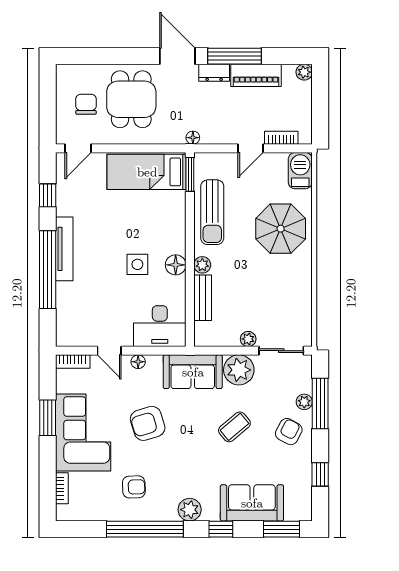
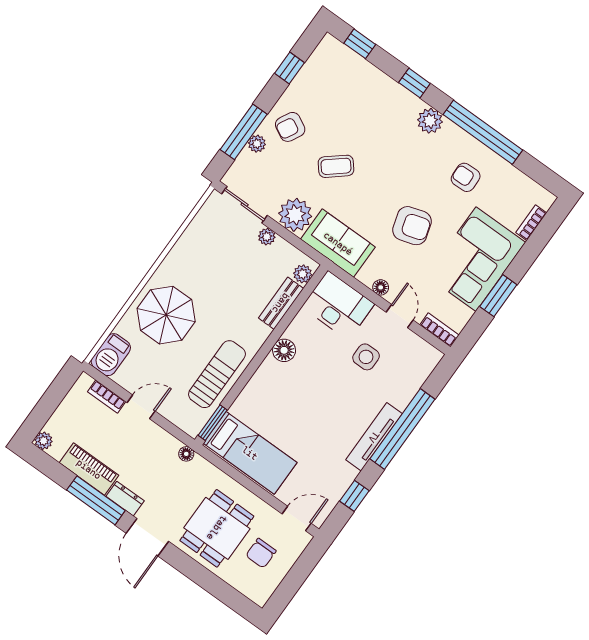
side table: (137, 264) -> (366, 357), moved
plant: (202, 265) -> (303, 274), moved
sofa: (252, 503) -> (369, 87), removed
window: (282, 529) -> (360, 44), width x0.67

